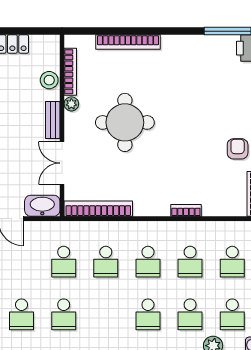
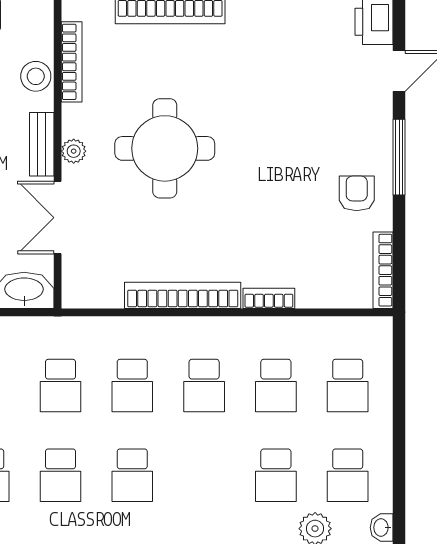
plant: (71, 104) -> (74, 151), moved
bookcase: (98, 209) -> (183, 295), moved
school desk: (148, 314) -> (132, 475), moved

